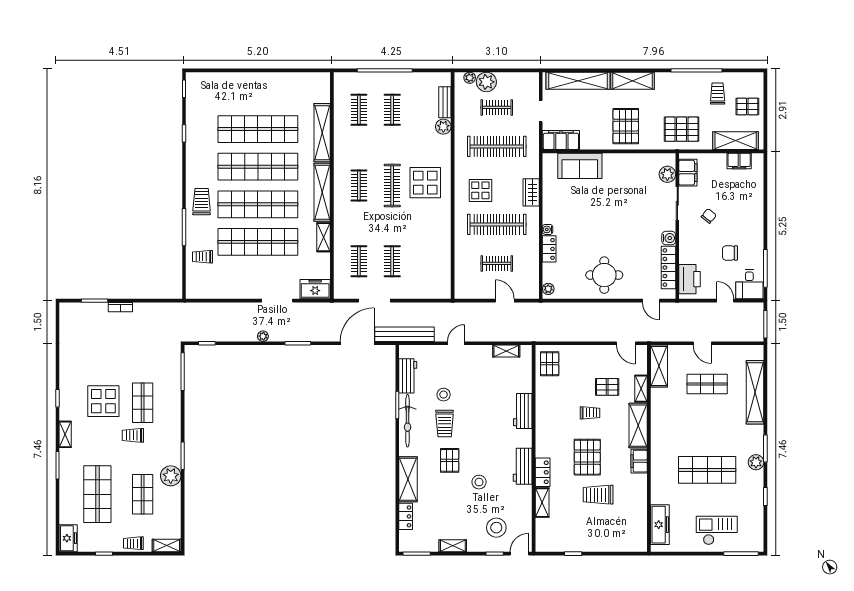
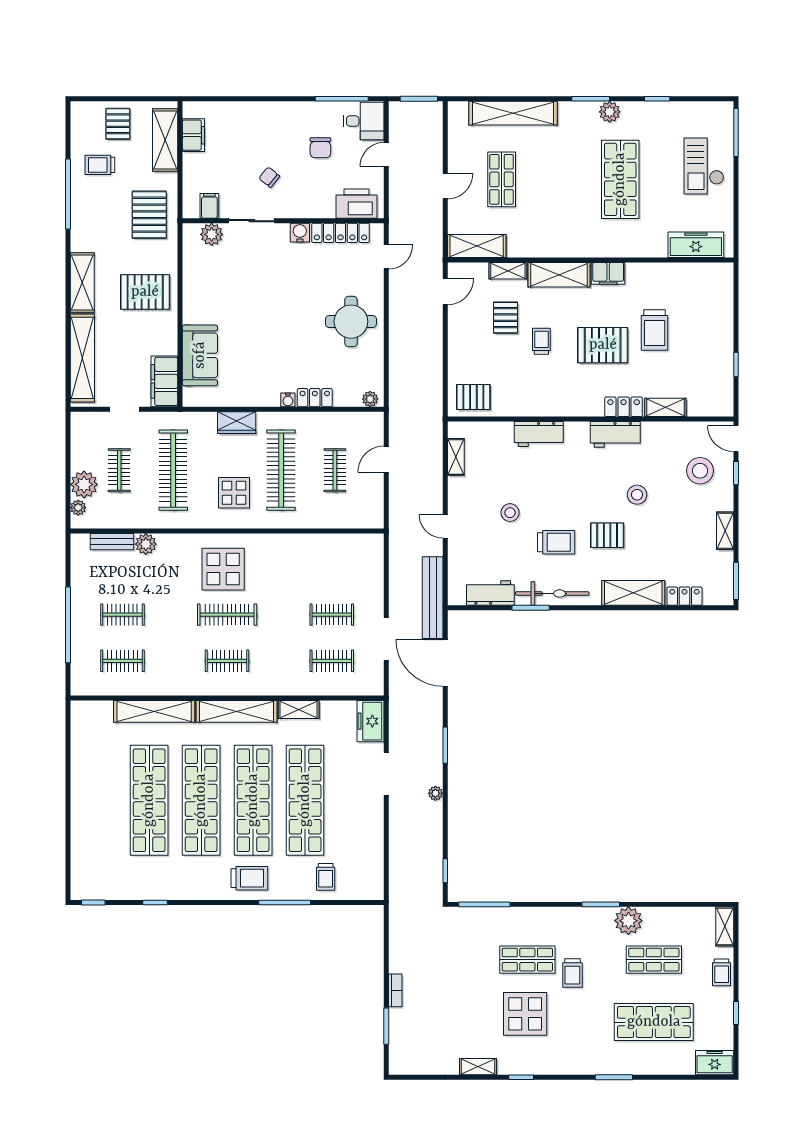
filing cabinet: (688, 173) -> (209, 206), width x0.50
trolley: (202, 202) -> (249, 878), turned 180
stool: (444, 395) -> (510, 513), moved
shelving: (65, 434) -> (478, 1067), moved

